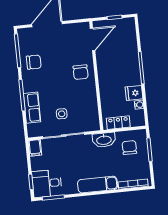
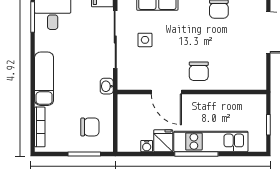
door: (93, 39) -> (166, 92), moved
kitchen unit: (131, 58) -> (211, 141), added
chair: (81, 72) -> (199, 71), turned -90
locker: (118, 123) -> (125, 115), removed
washbasin: (104, 140) -> (107, 86), width x0.52, depth x0.69

